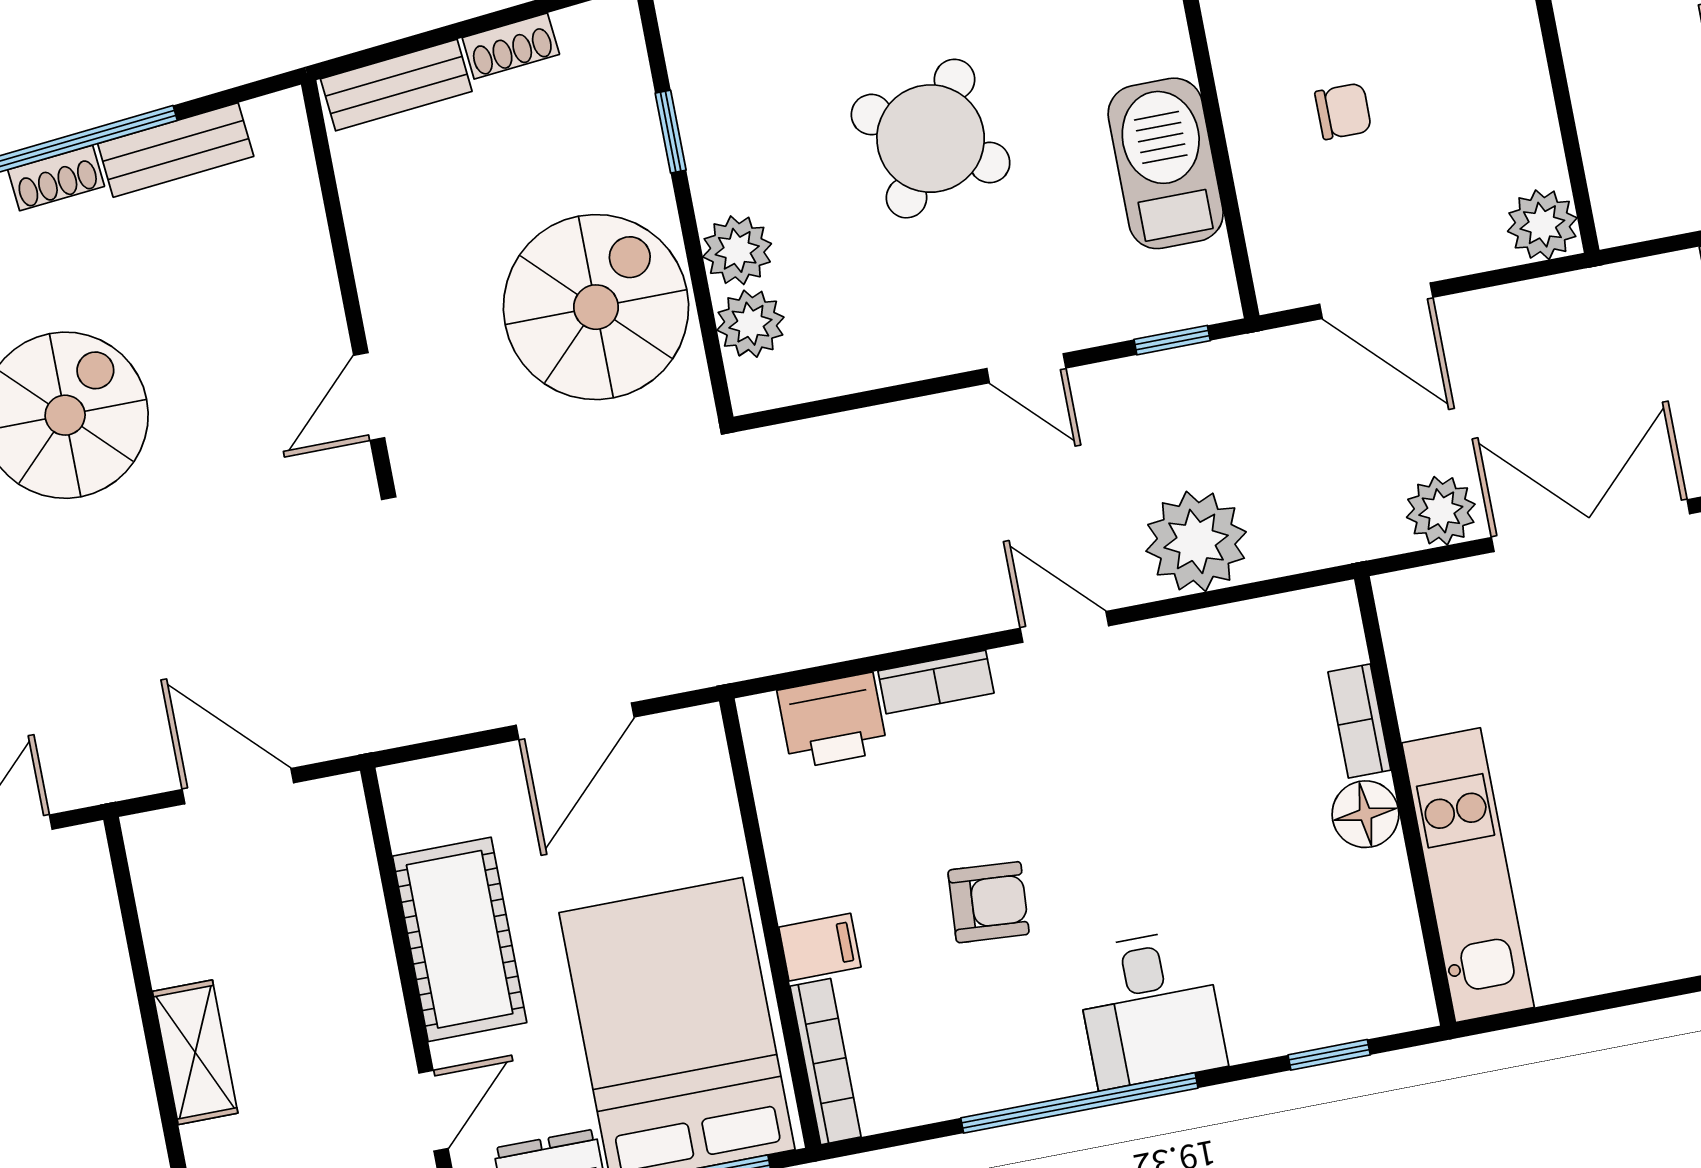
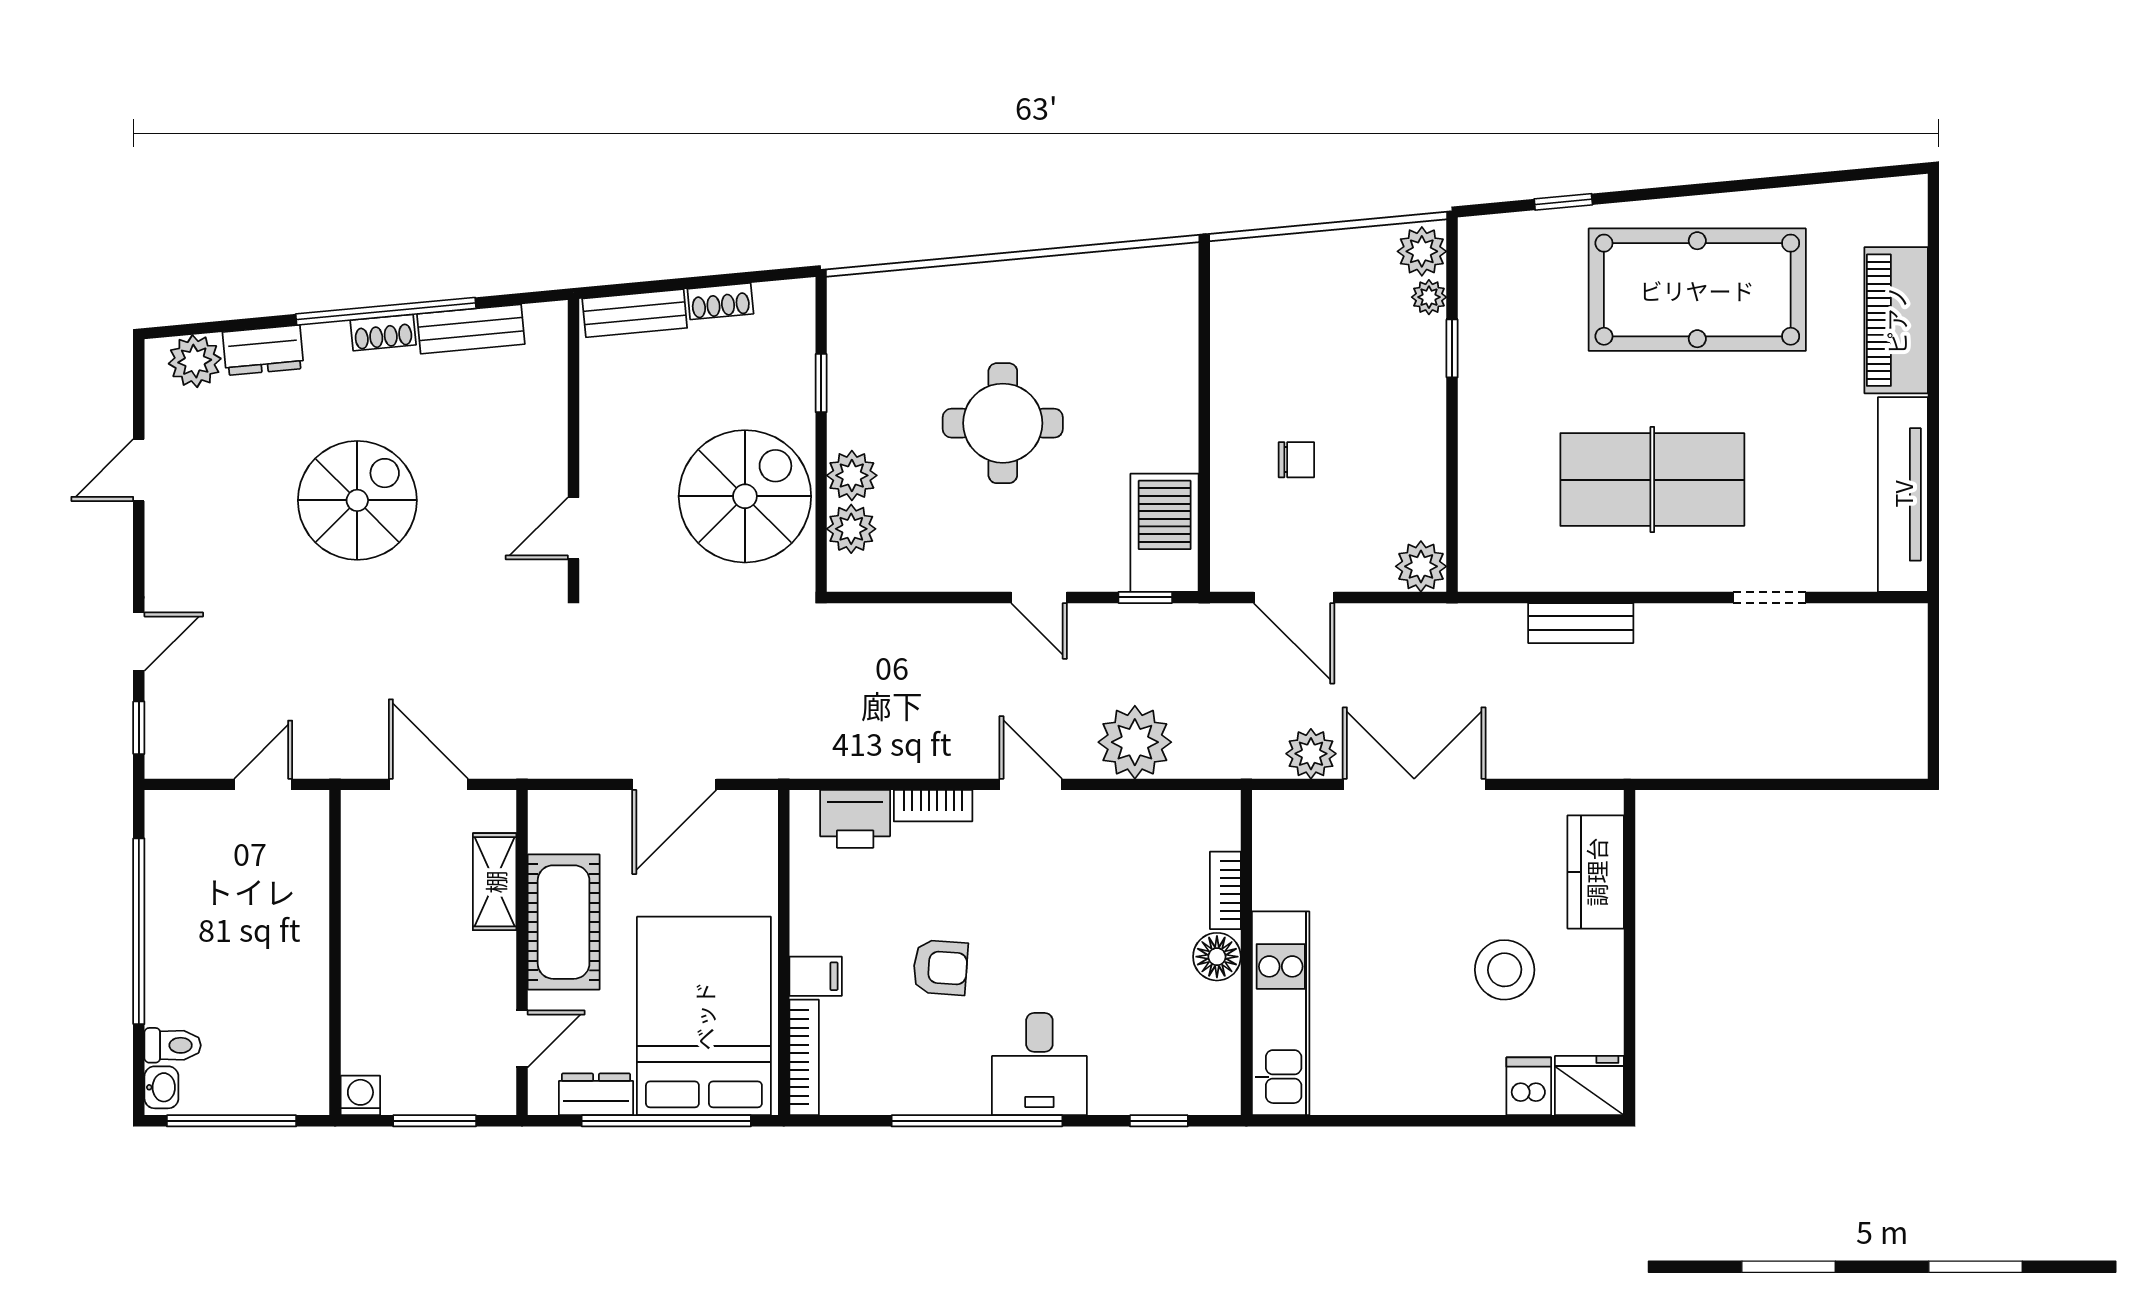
round table: (931, 139) -> (1003, 423), turned -33
barbecue: (1166, 163) -> (1165, 533), moved
shelving: (195, 1052) -> (495, 882), moved

